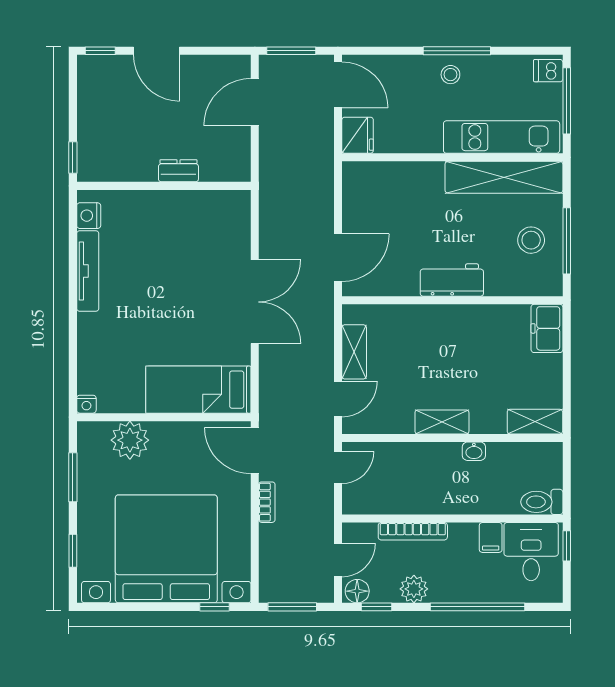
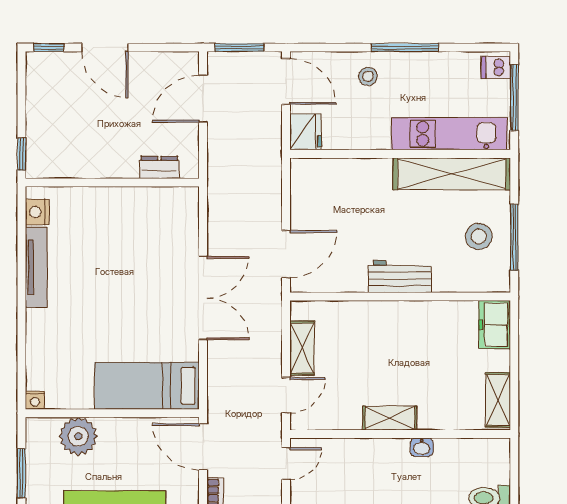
stool: (450, 75) -> (368, 76), moved
dresser: (178, 171) -> (159, 167), moved
shelving: (535, 422) -> (498, 400), moved, turned 90

